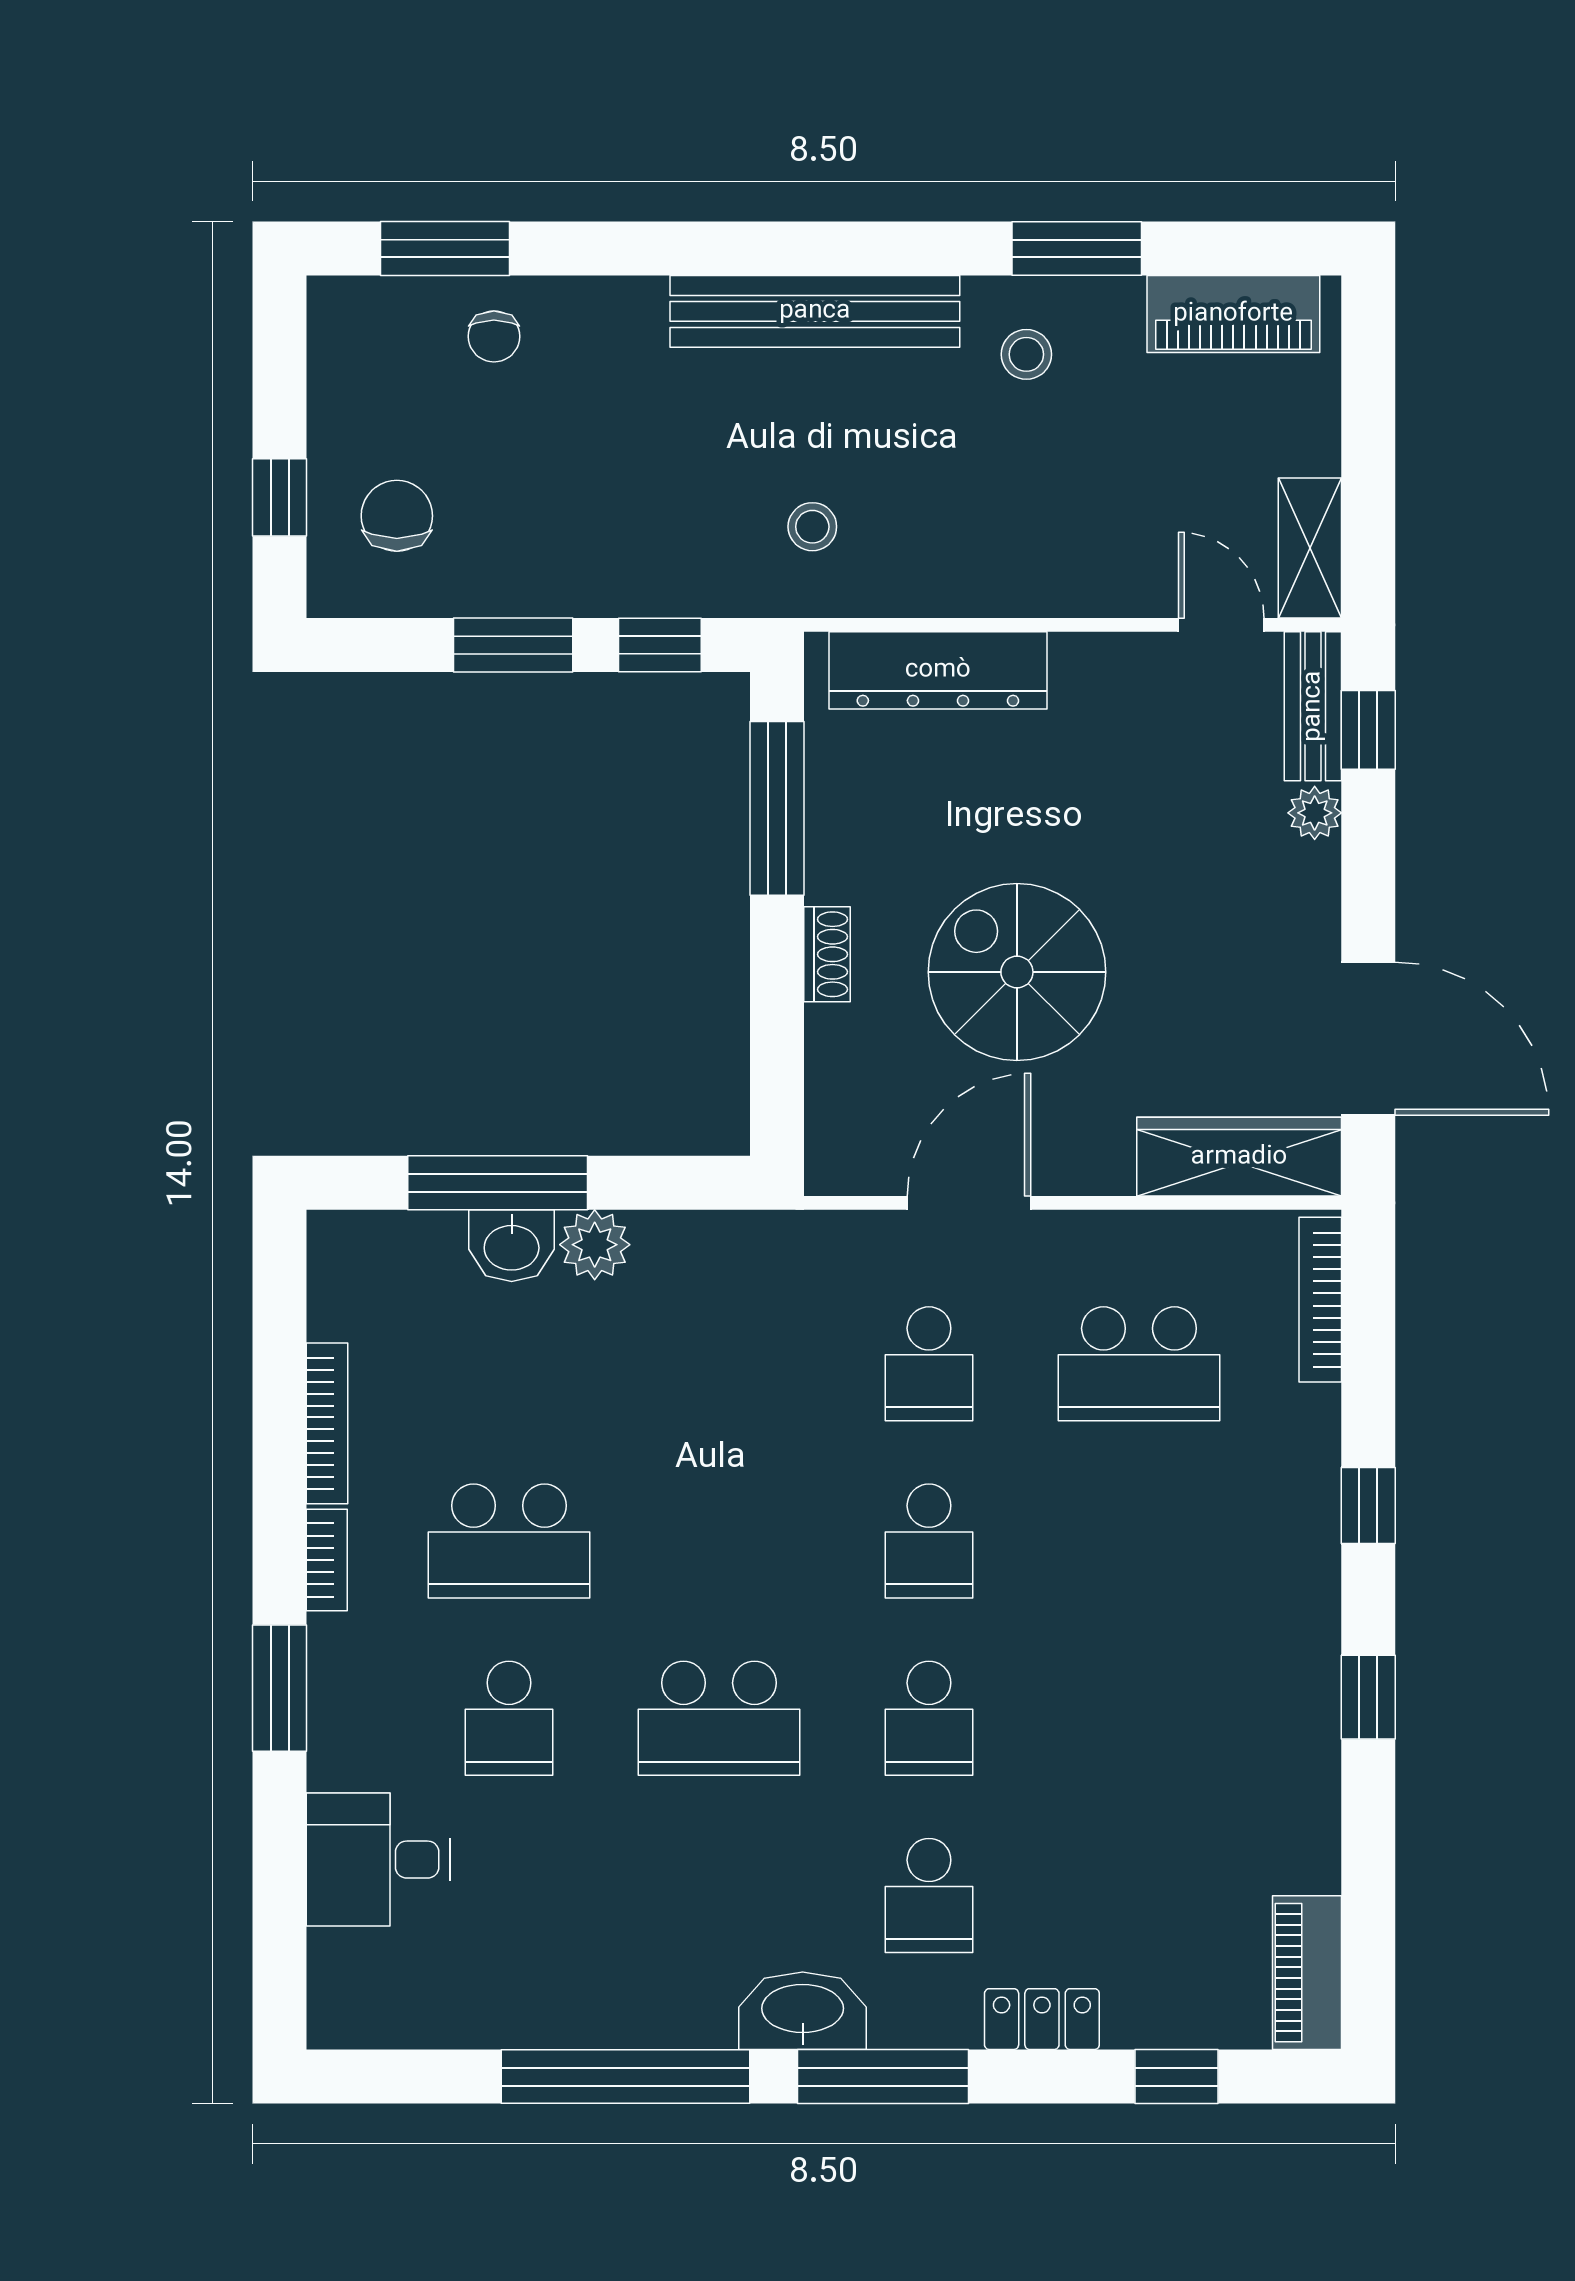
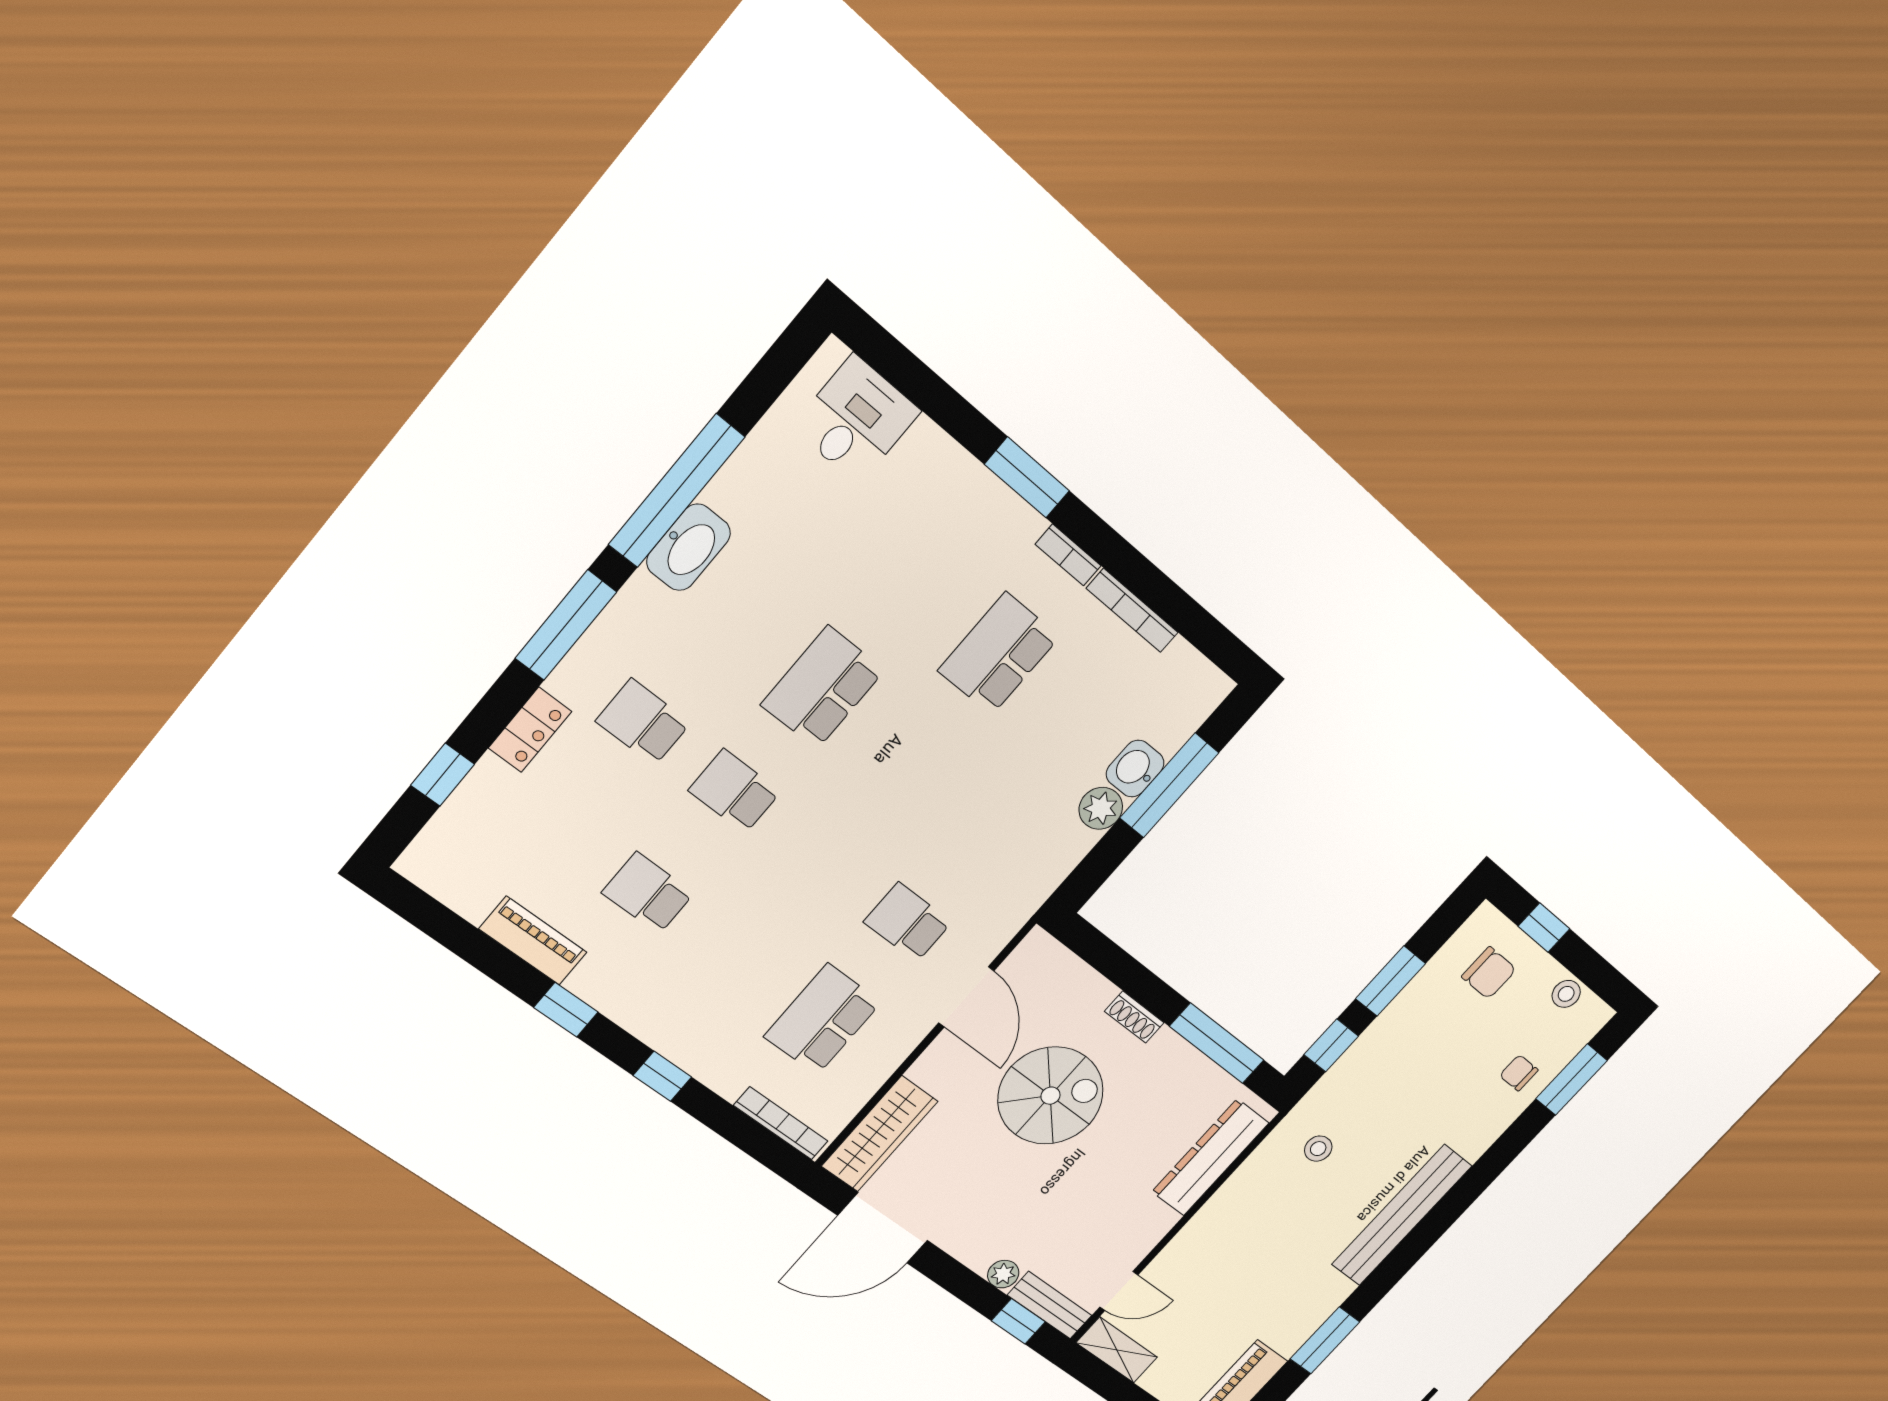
stool: (1026, 354) -> (1566, 994), moved
school desk: (929, 1541) -> (648, 893), moved
school desk: (509, 1718) -> (912, 582), removed
desk: (378, 1860) -> (856, 419), moved
piano: (1307, 1973) -> (533, 941), moved
washbasin: (803, 2011) -> (688, 547), moved

